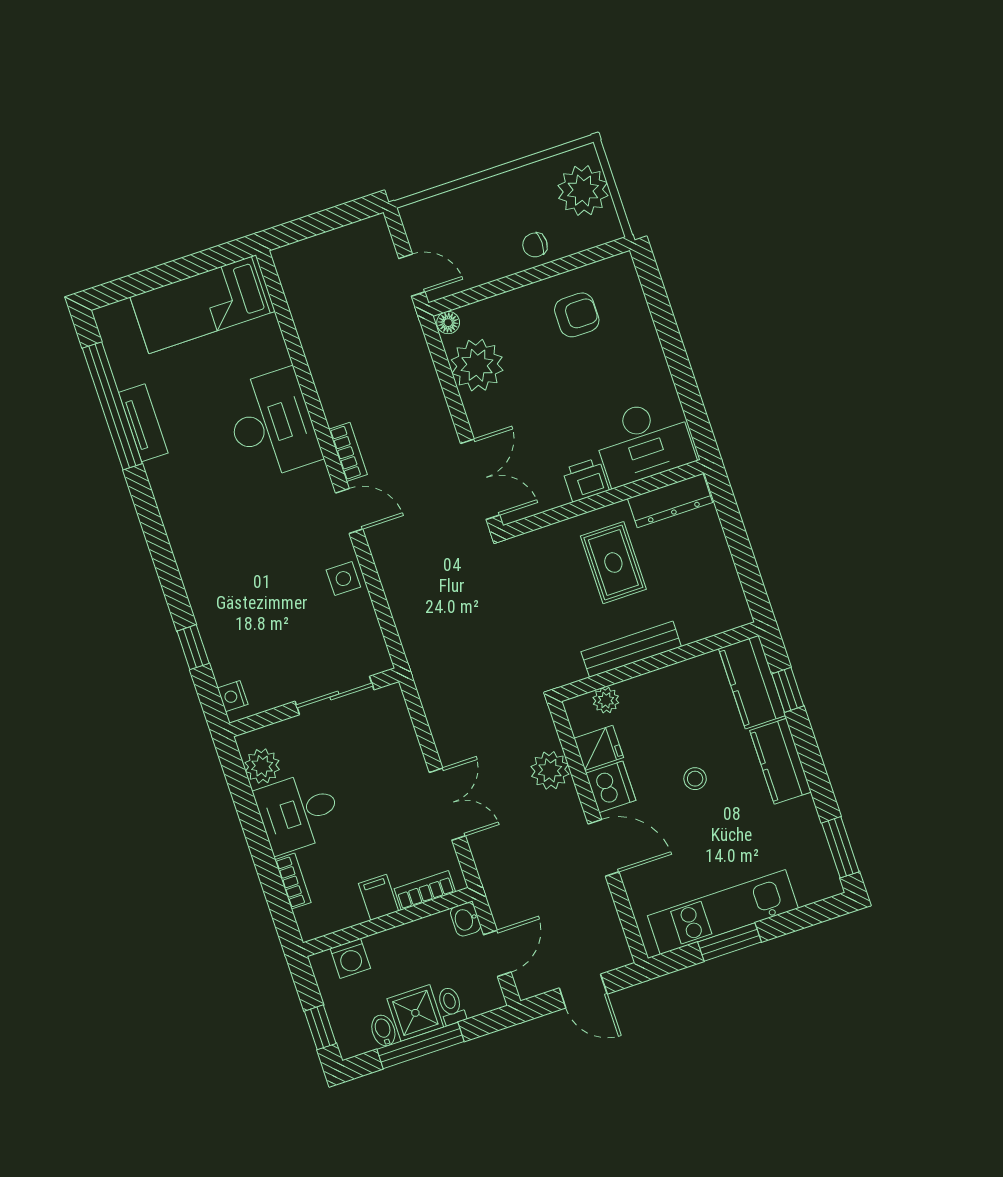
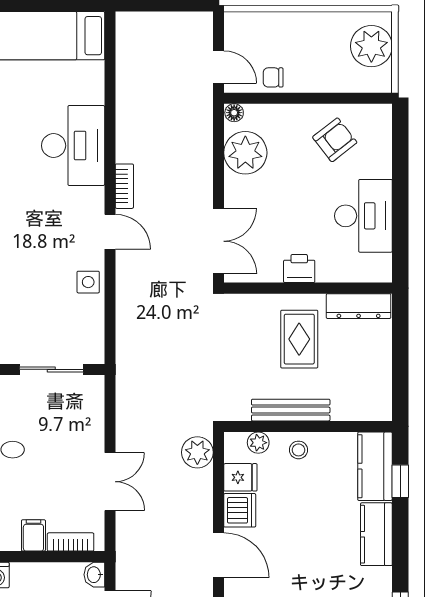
chair: (535, 245) -> (273, 77), moved
armchair: (577, 315) -> (335, 140), turned -38
desk: (644, 441) -> (363, 216), moved, turned -90
plant: (550, 770) -> (197, 452), moved
stool: (695, 779) -> (298, 450), moved

